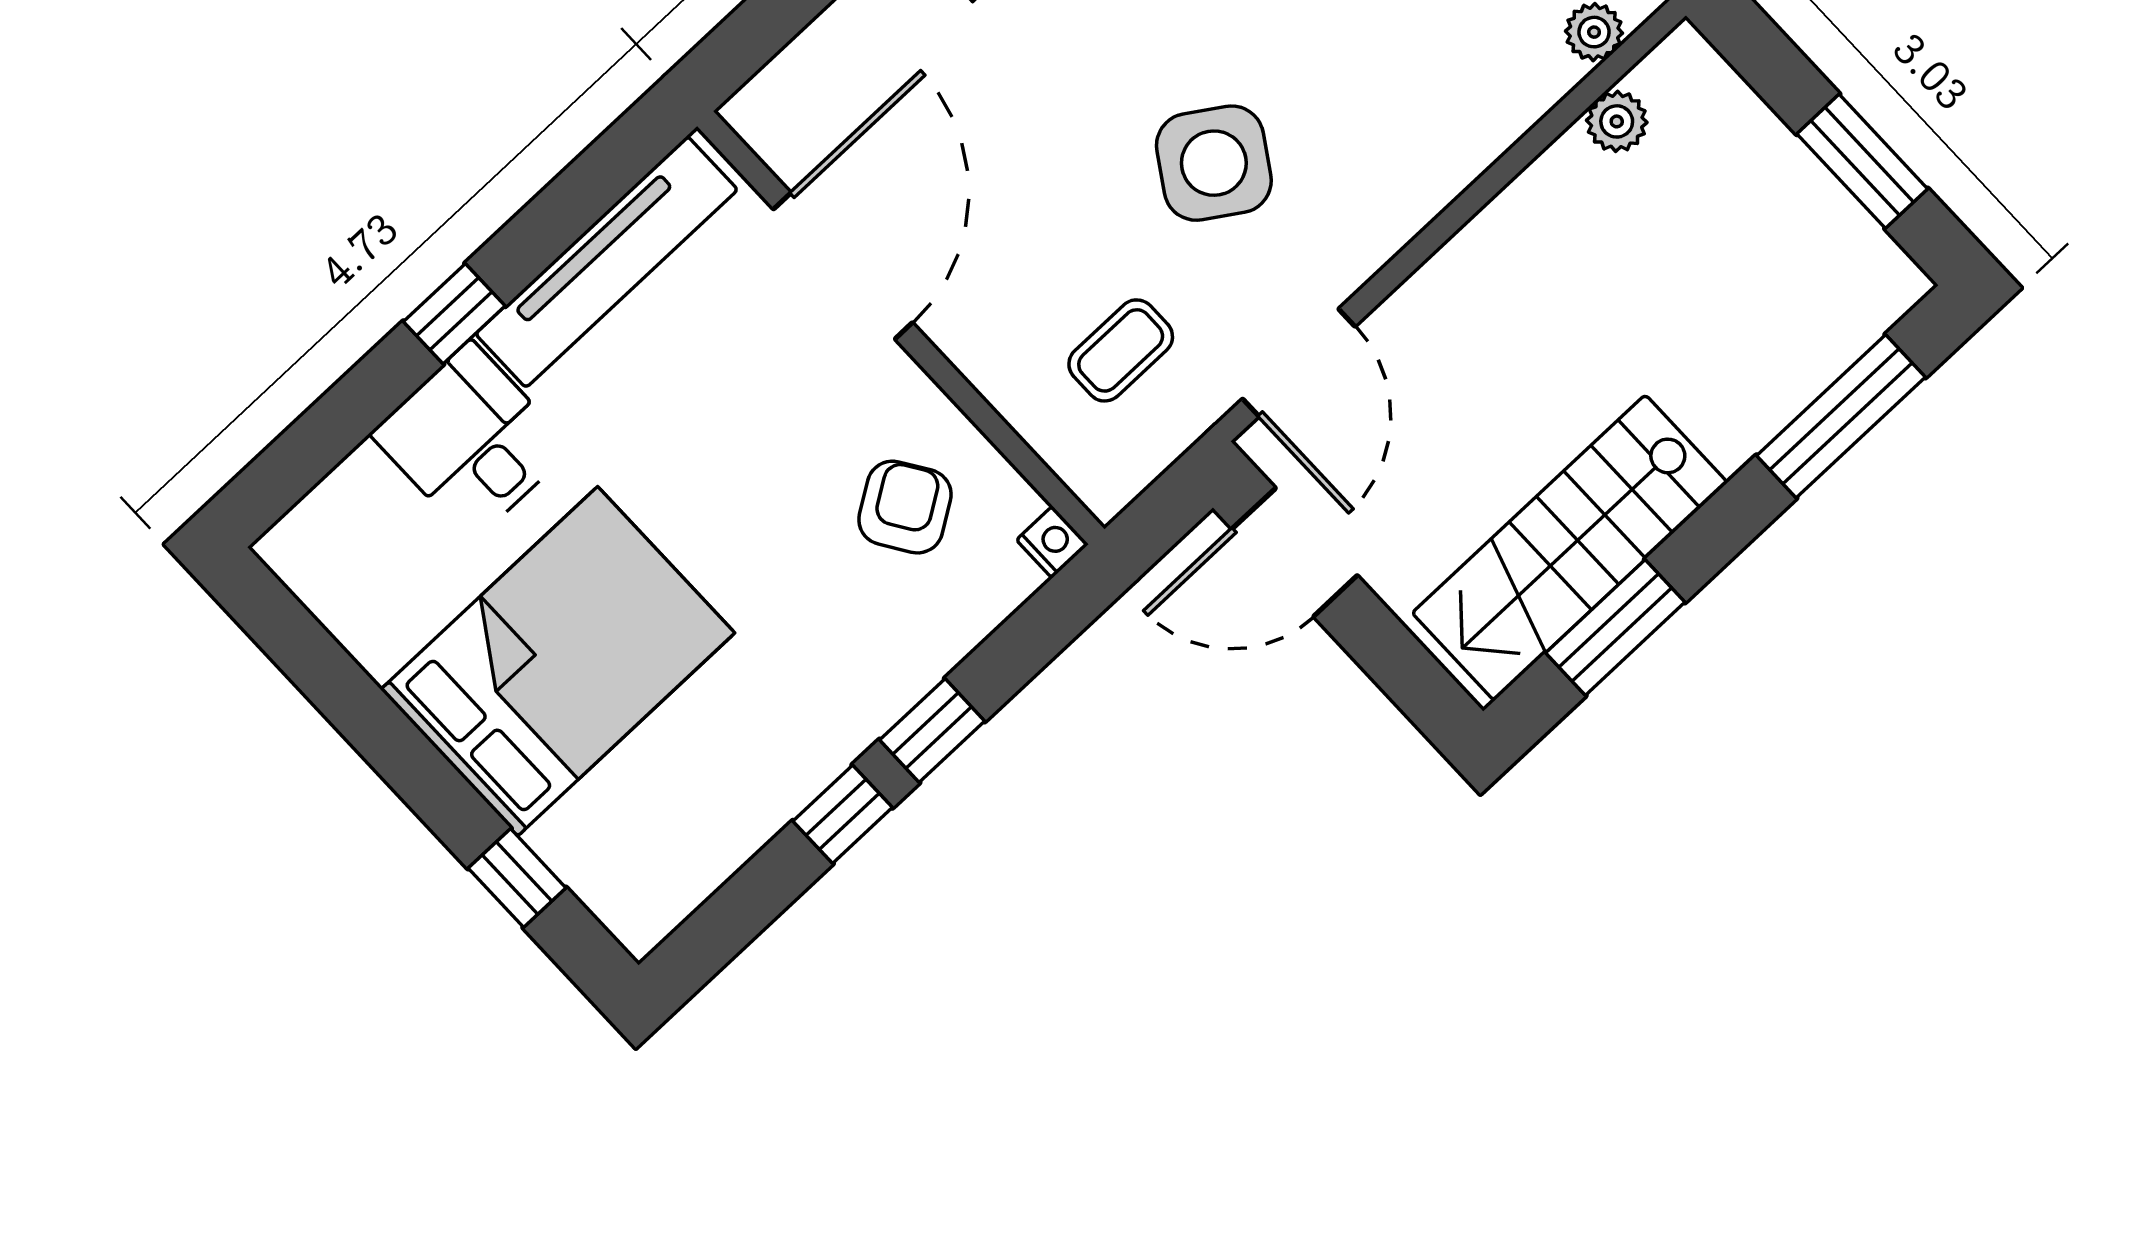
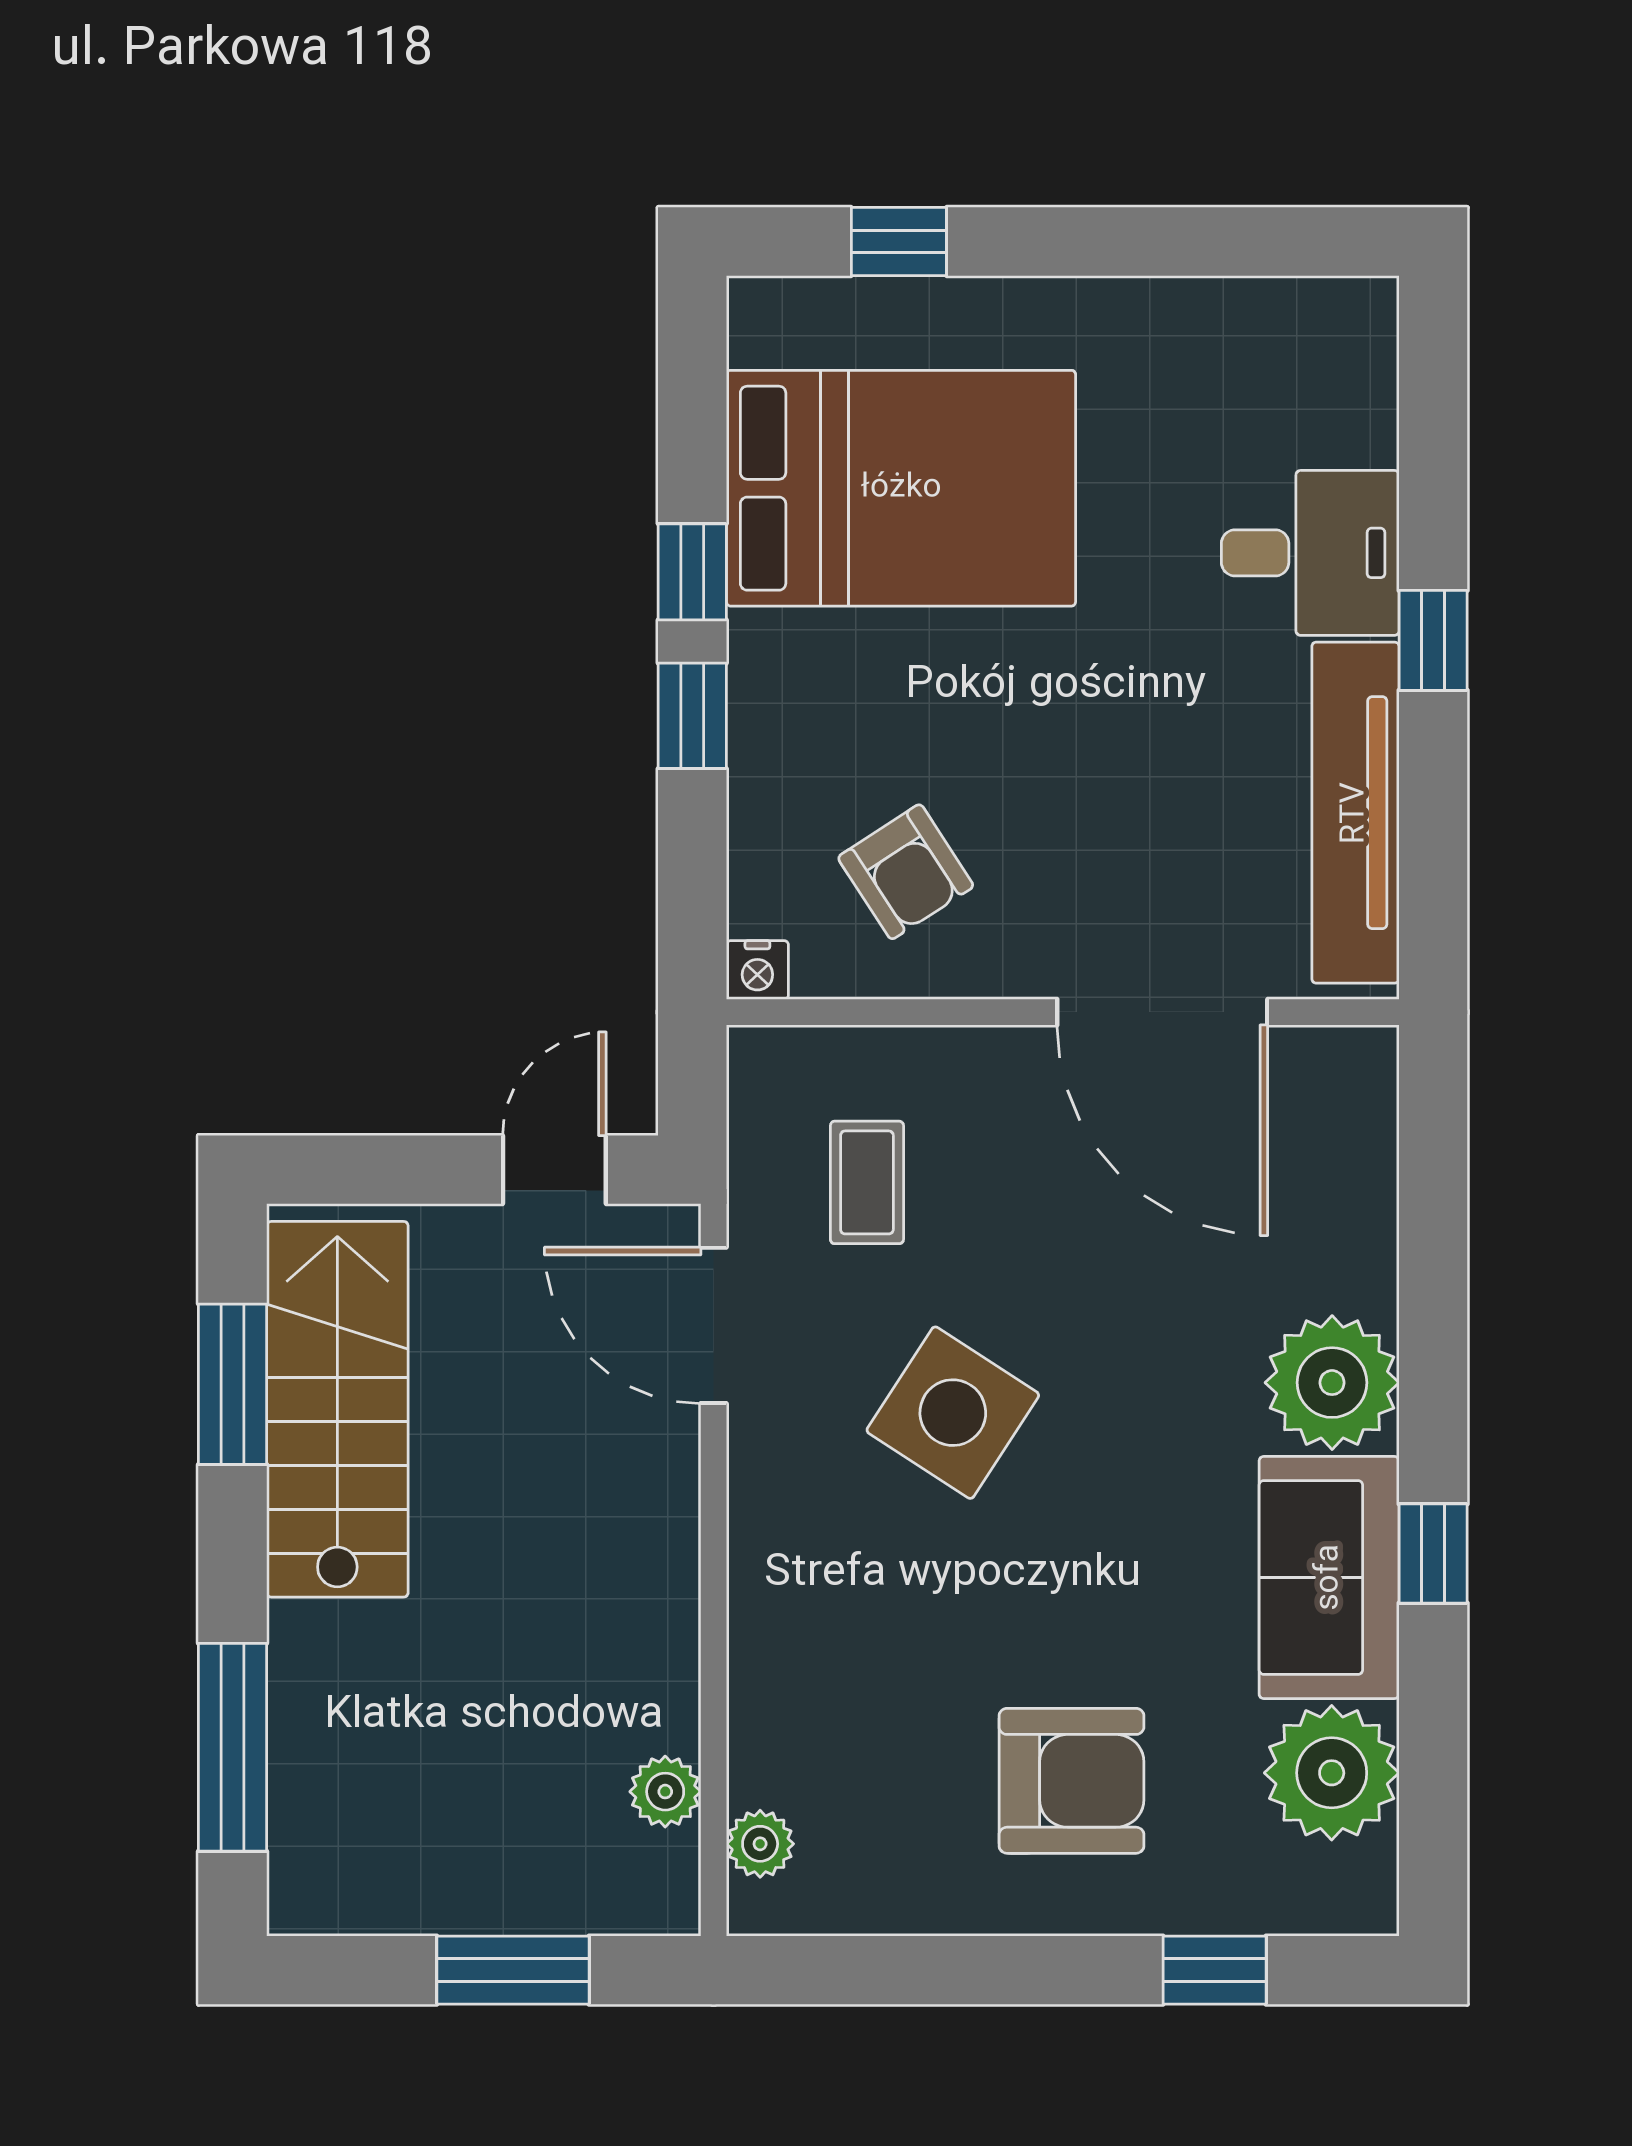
window: (1862, 161) -> (513, 1970), moved
door: (1295, 552) -> (554, 1170), width x0.73
bed: (558, 661) -> (901, 488), moved, turned -90

